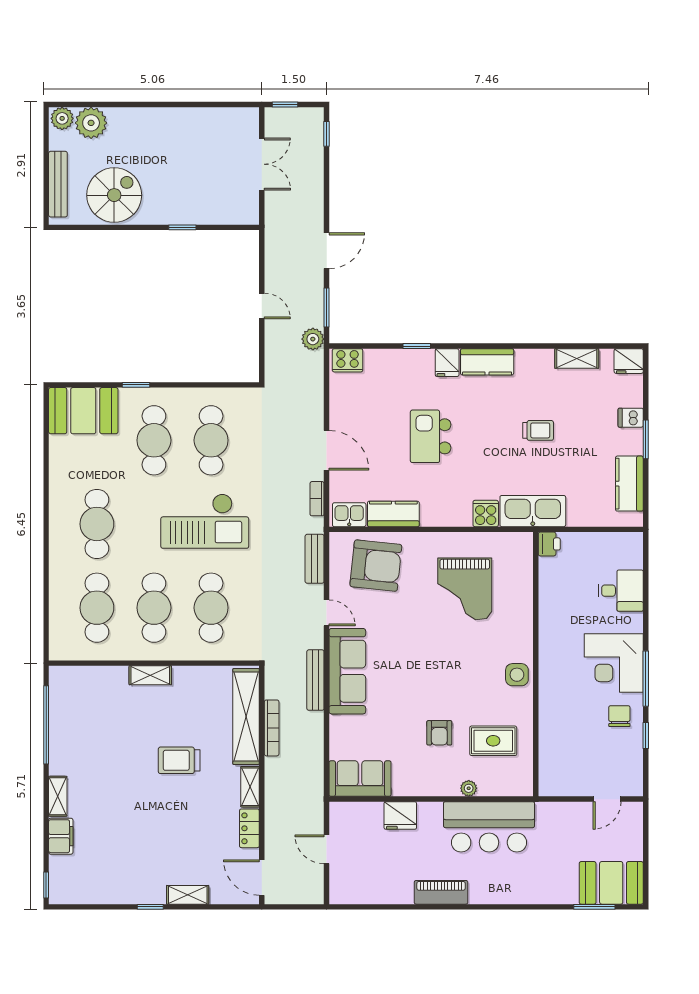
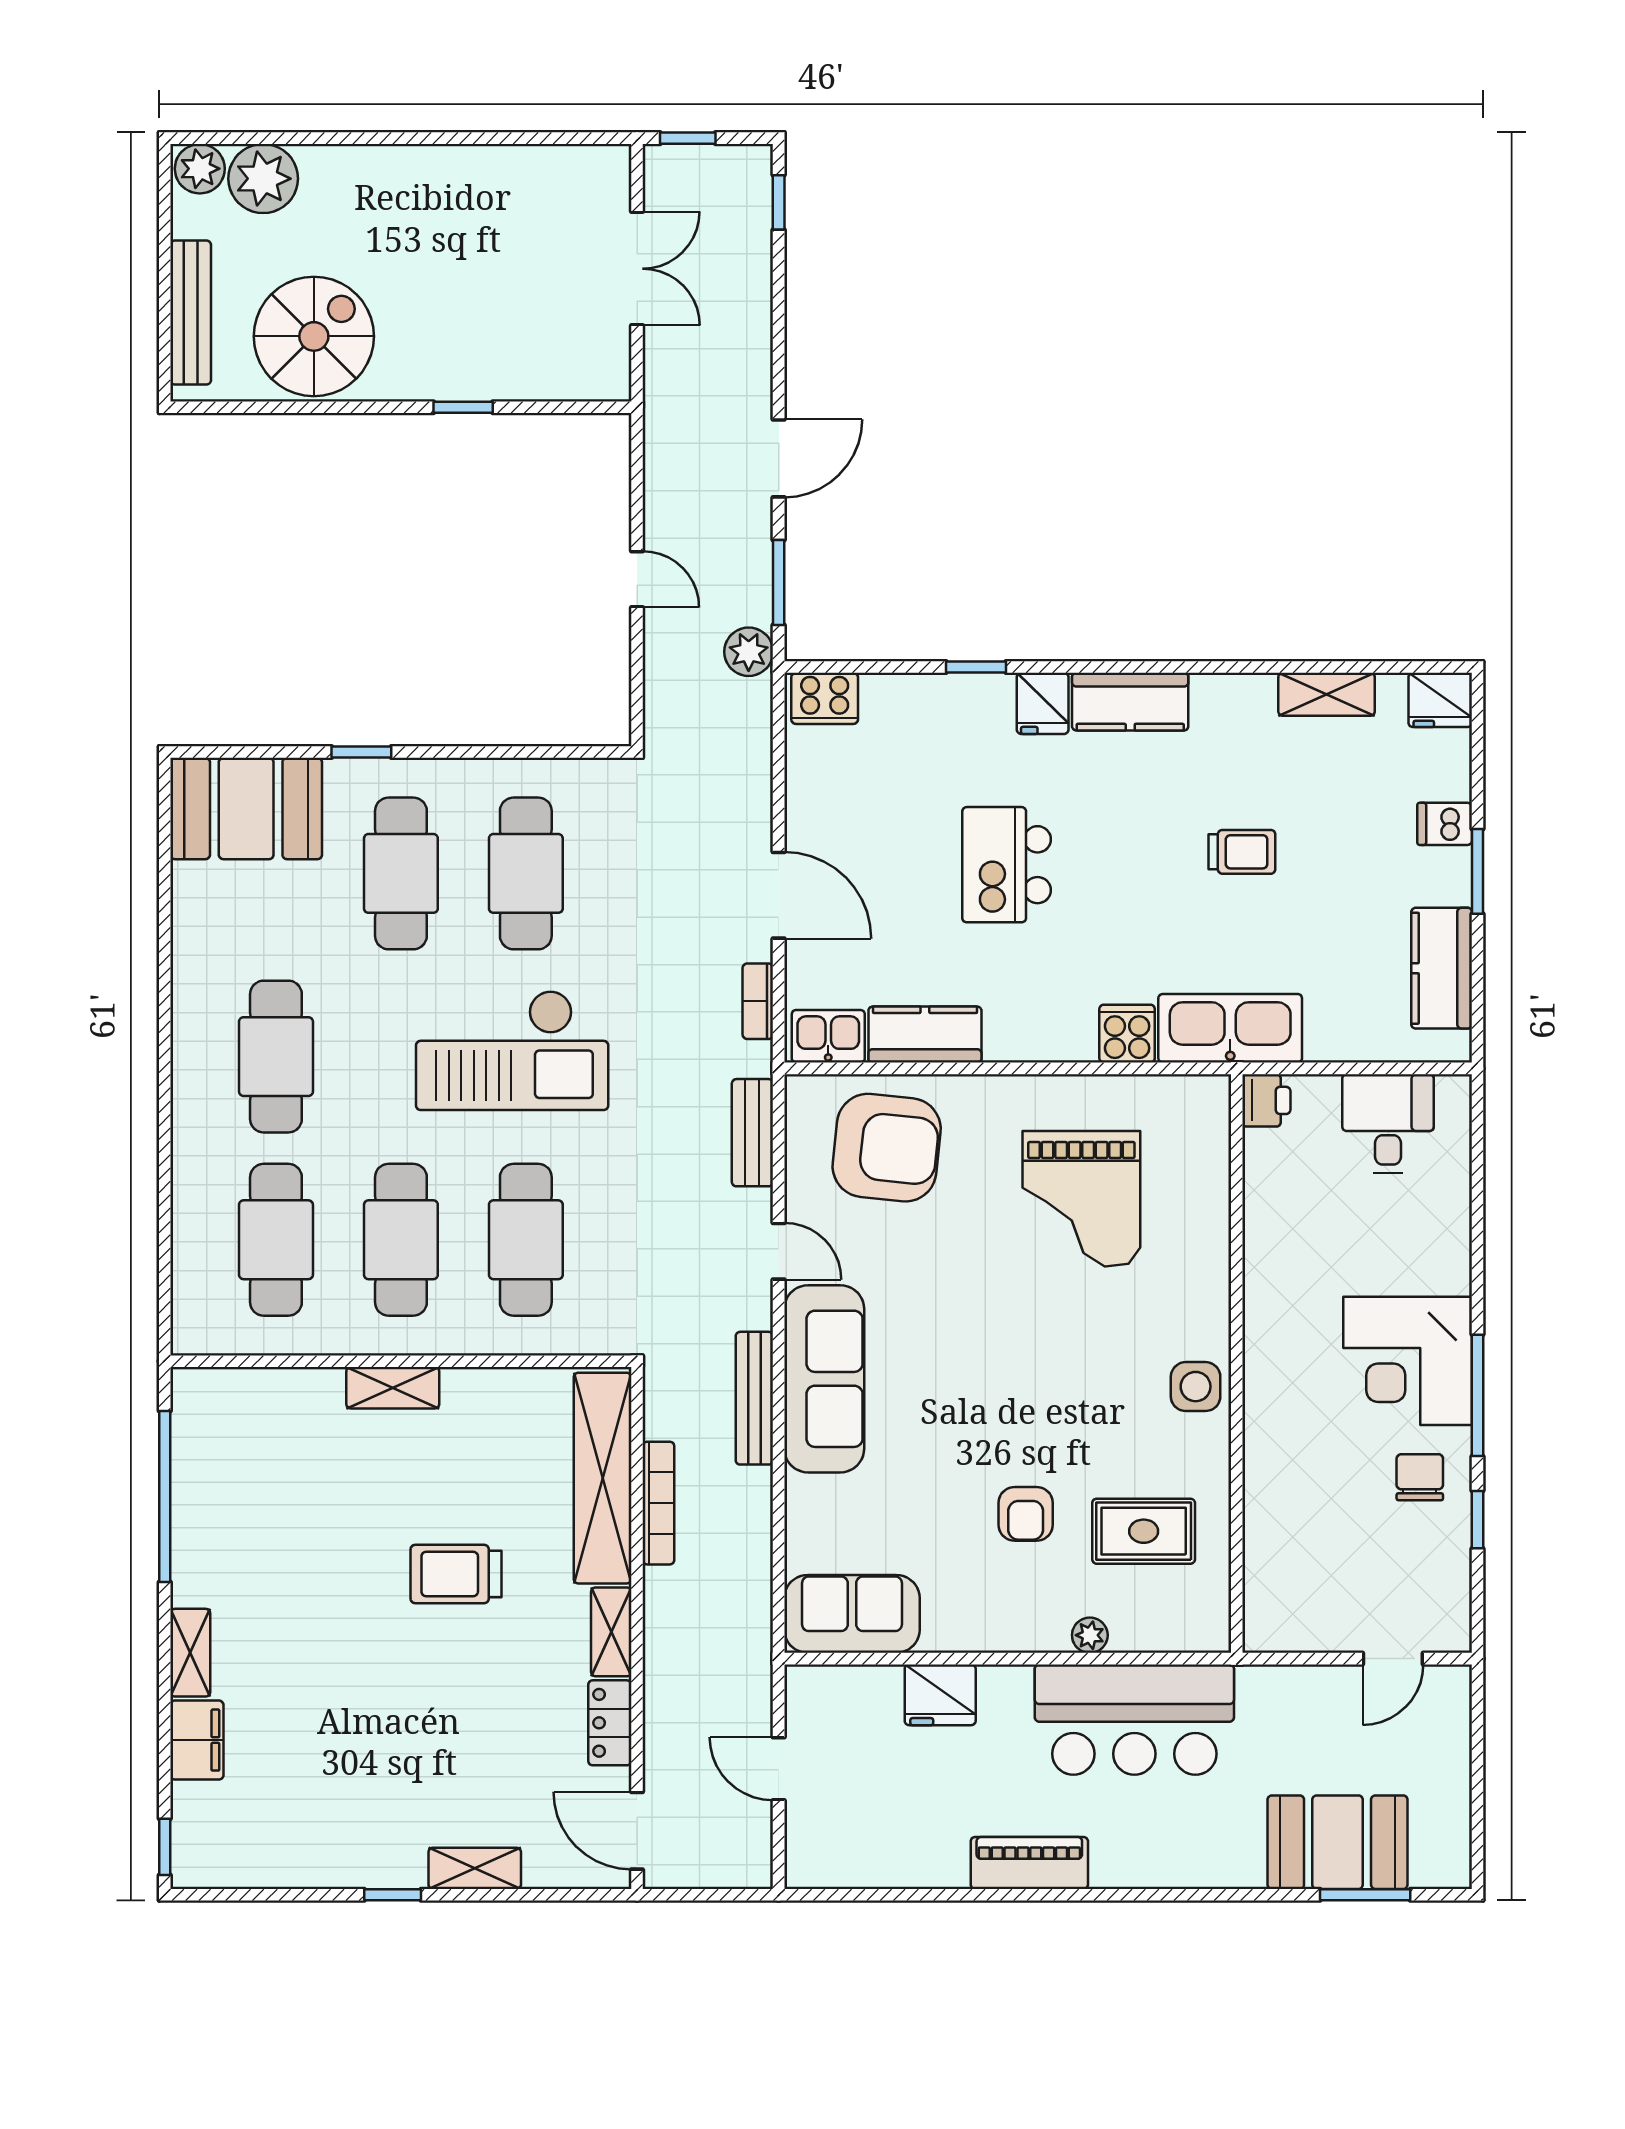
desk: (621, 591) -> (1388, 1123), moved, turned -90
booth: (611, 883) -> (1338, 1842), moved

